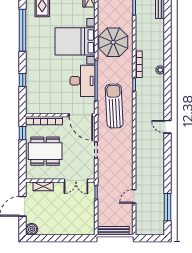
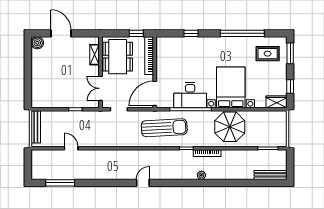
wall: (60, 181) -> (100, 72), moved
double door: (76, 181) -> (100, 88), moved
shelving: (43, 186) -> (95, 55), moved

